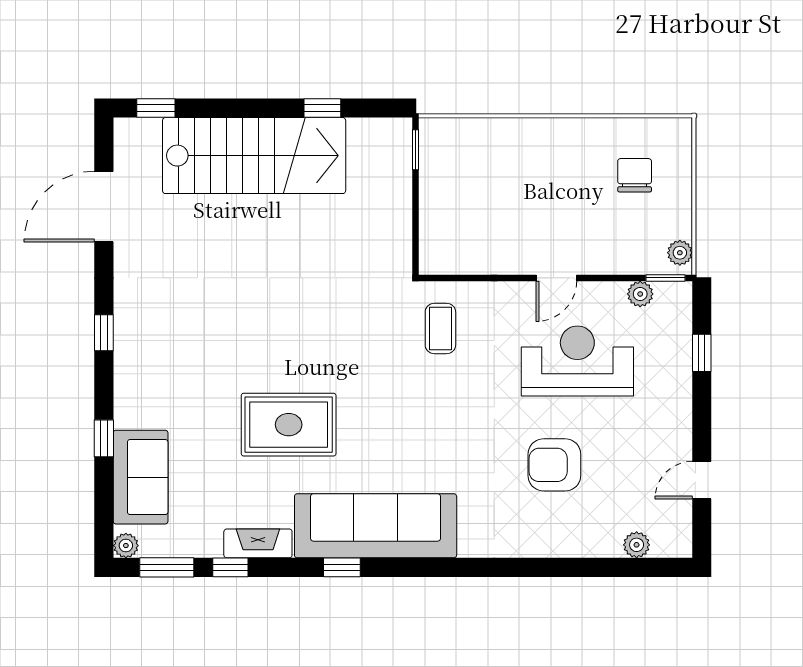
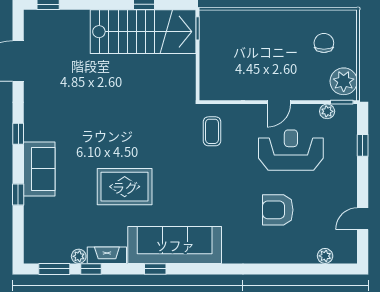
stairs: (254, 156) -> (143, 32), moved
plant: (680, 253) -> (344, 81), width x1.87, depth x1.87
sofa: (141, 477) -> (39, 169), moved
plant: (126, 546) -> (79, 256), moved

